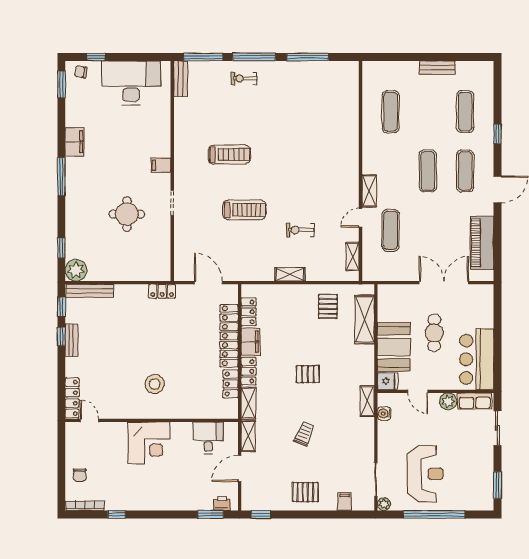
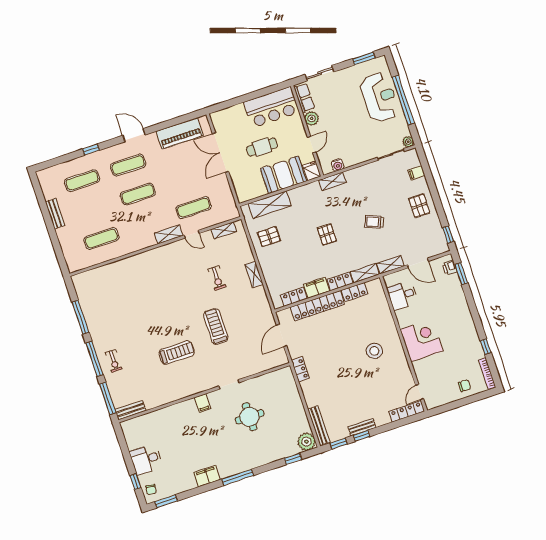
desk: (131, 83) -> (146, 459), width x0.53, depth x0.77
treadmill: (229, 155) -> (177, 353), turned 90
reception desk: (425, 474) -> (379, 97), moved, turned 90

